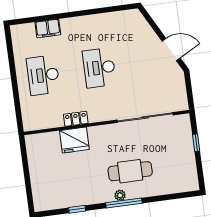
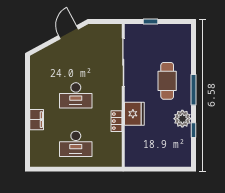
filing cabinet: (48, 28) -> (37, 120), moved
fridge: (74, 140) -> (134, 114), moved
plant: (120, 195) -> (182, 119), moved, width x1.87, depth x1.87

